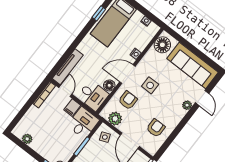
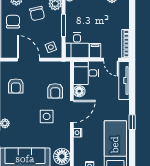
window: (99, 13) -> (132, 122), moved
plant: (115, 119) -> (54, 68), removed

